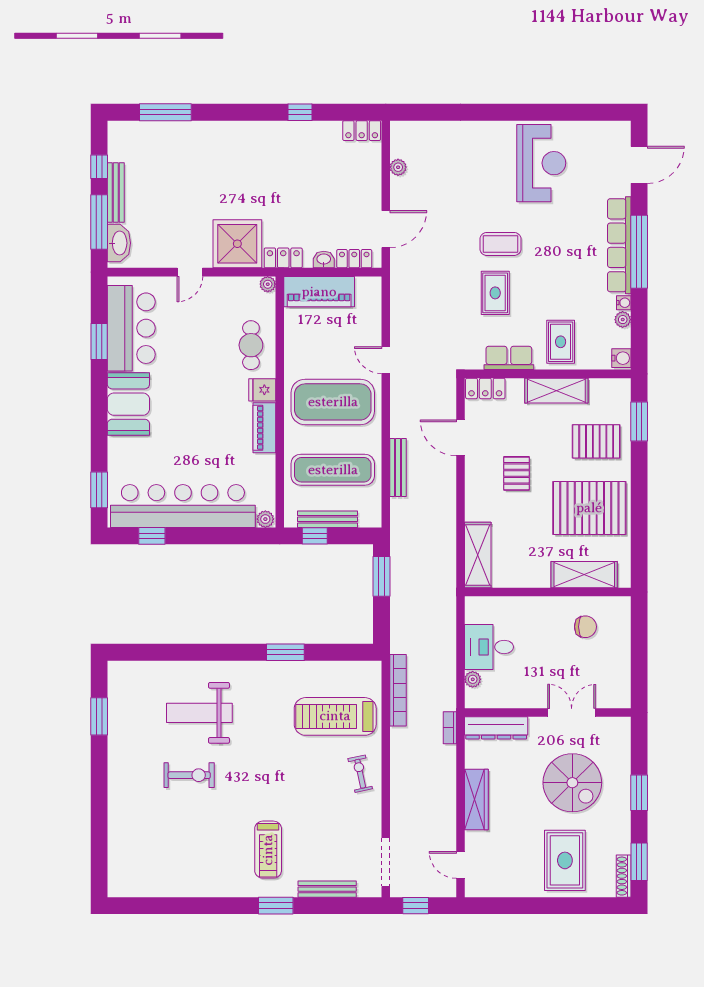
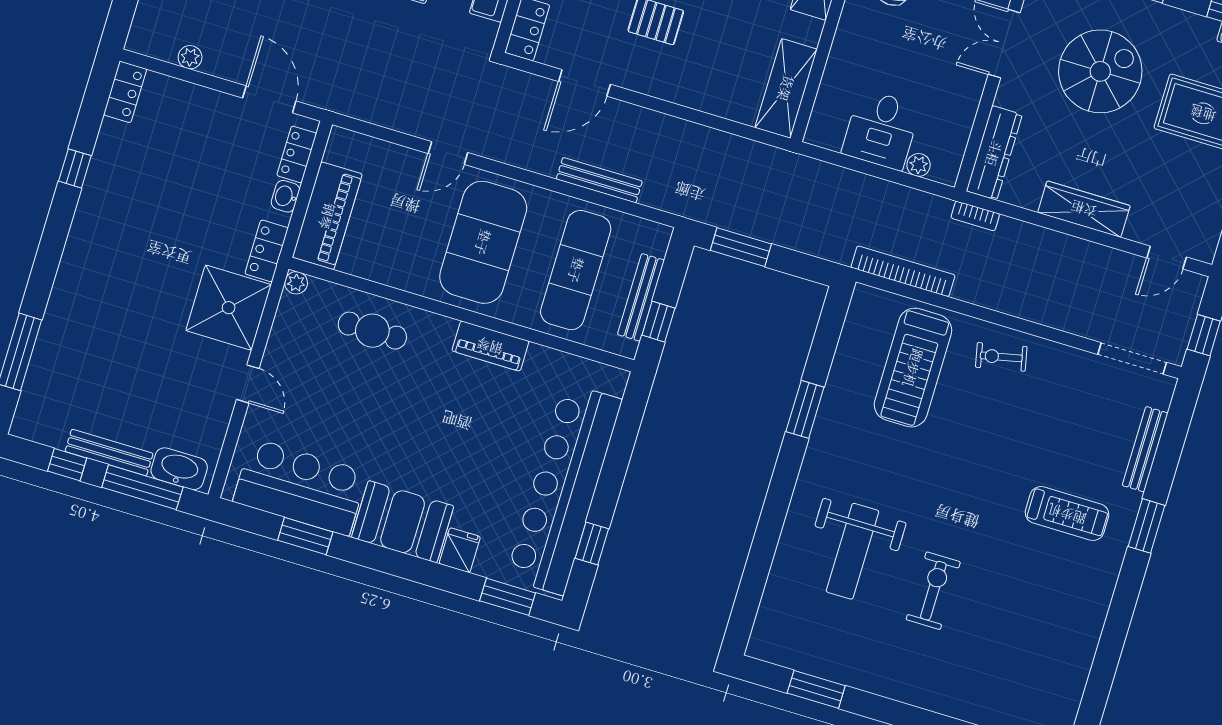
fridge: (262, 390) -> (460, 550), moved, turned 180
plant: (265, 519) -> (615, 382), removed
shelving: (478, 555) -> (786, 88), moved, turned 90

